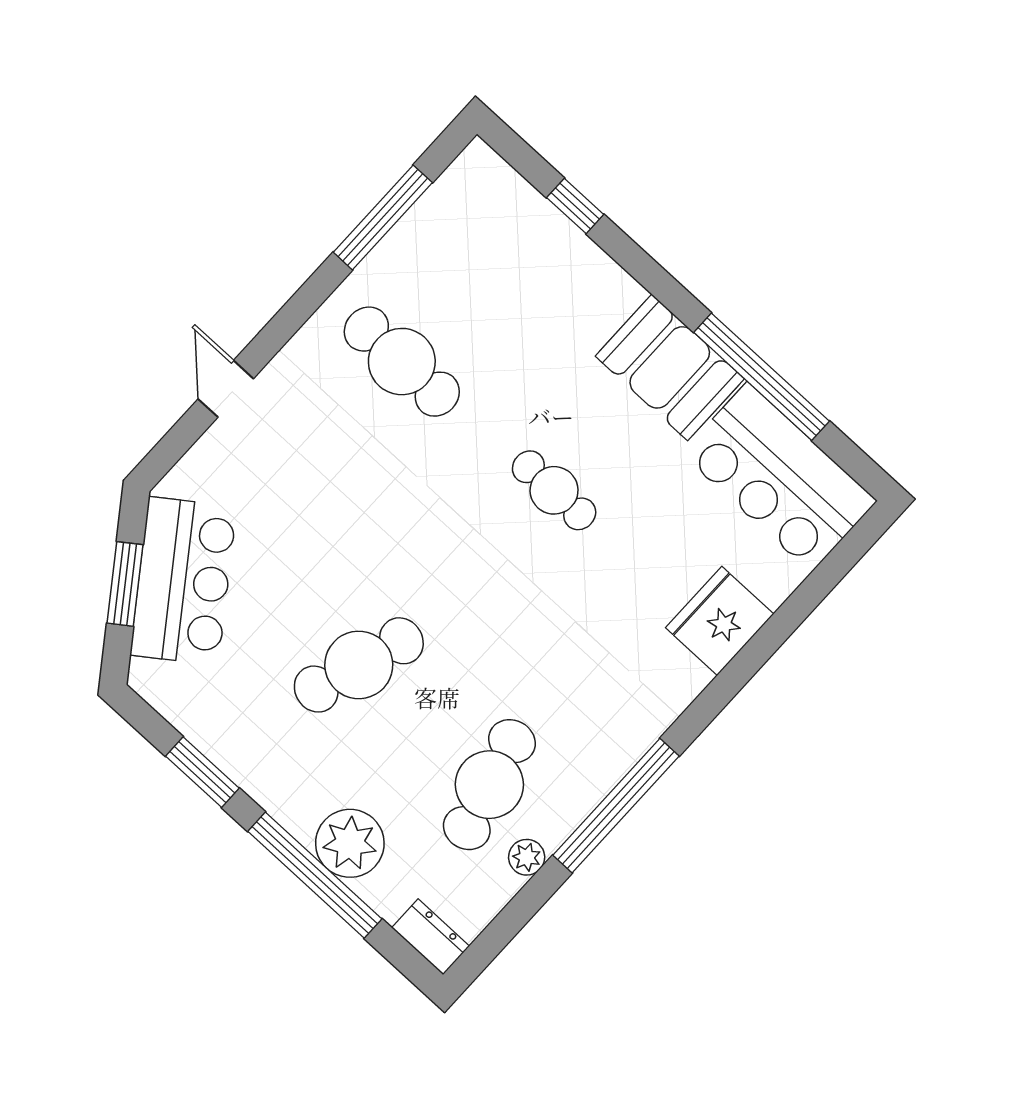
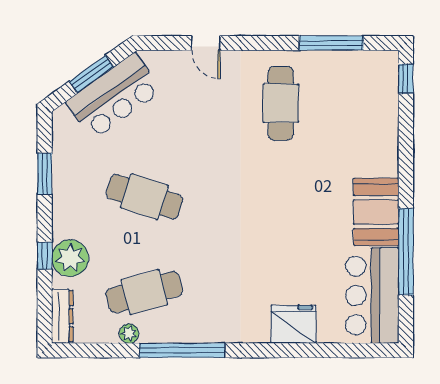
window: (575, 206) -> (406, 79), moved
door: (226, 389) -> (206, 43), swing flipped
cafe table: (554, 490) -> (285, 211), removed
window: (315, 875) -> (45, 256), width x0.32
dresser: (431, 937) -> (62, 316), width x1.44

